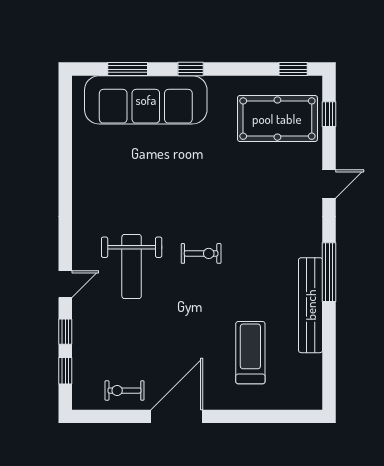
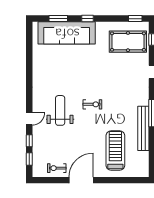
weight bench: (132, 267) -> (60, 110), turned 180
treadmill: (250, 353) -> (115, 151), width x1.37, depth x1.38

